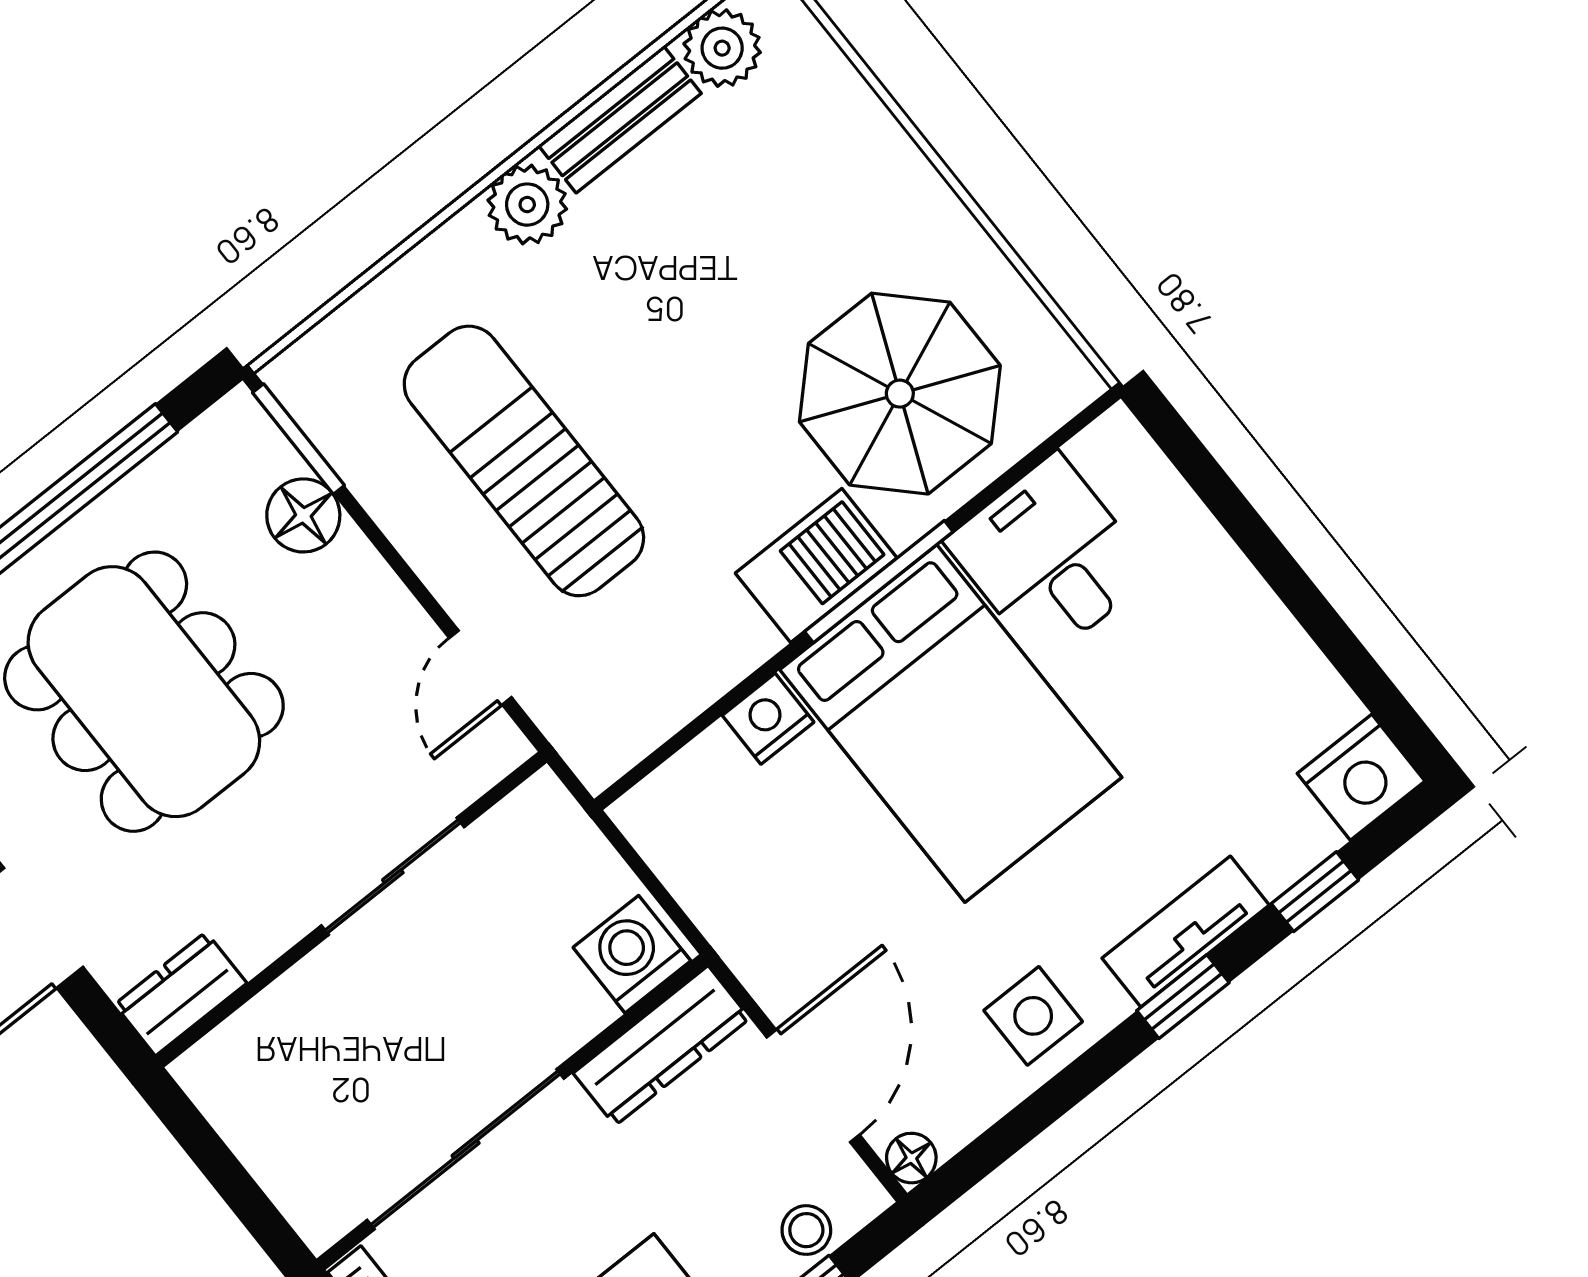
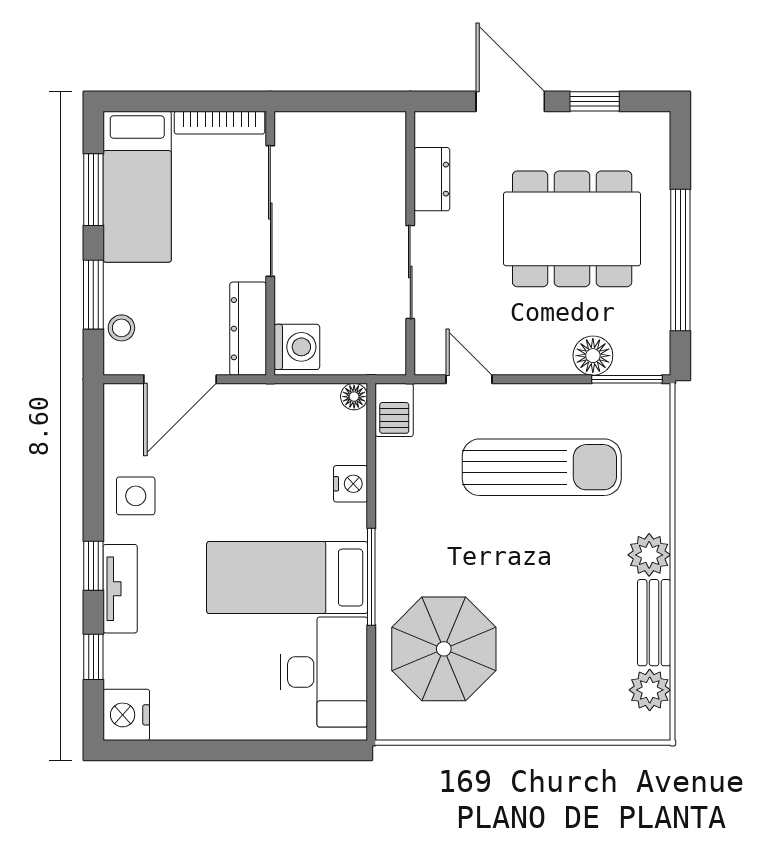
desk: (1049, 558) -> (324, 672), width x1.37
barbecue: (816, 565) -> (394, 410), moved, width x0.73, depth x0.79
bed: (951, 724) -> (287, 578), width x0.67
dresser: (181, 994) -> (432, 179), moved
door: (813, 1086) -> (180, 379), hinge flipped
floor lamp: (911, 1158) -> (354, 397), moved

